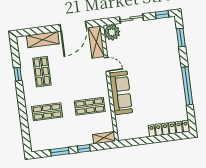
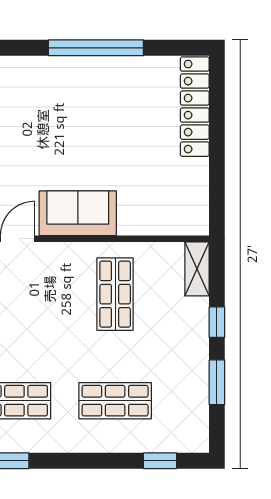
sofa: (121, 93) -> (78, 213), width x0.73
shop shelf: (47, 112) -> (115, 401), turned 90
window: (25, 133) -> (160, 461), added

